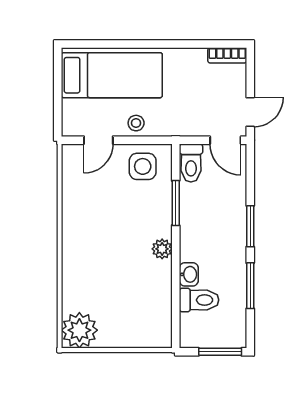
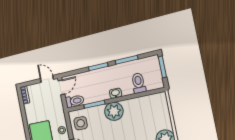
plant: (162, 249) -> (114, 111), width x1.87, depth x1.87
washbasin: (189, 274) -> (116, 93), moved

